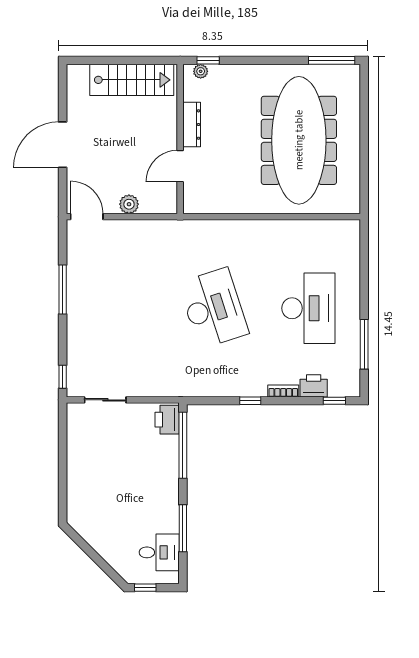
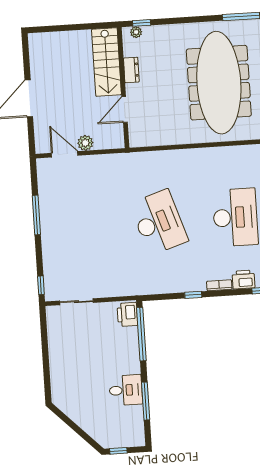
stairs: (132, 80) -> (106, 62), moved, turned 90
dresser: (192, 125) -> (131, 70), width x0.70
door: (87, 217) -> (65, 154), moved
desk: (159, 552) -> (126, 390), moved

